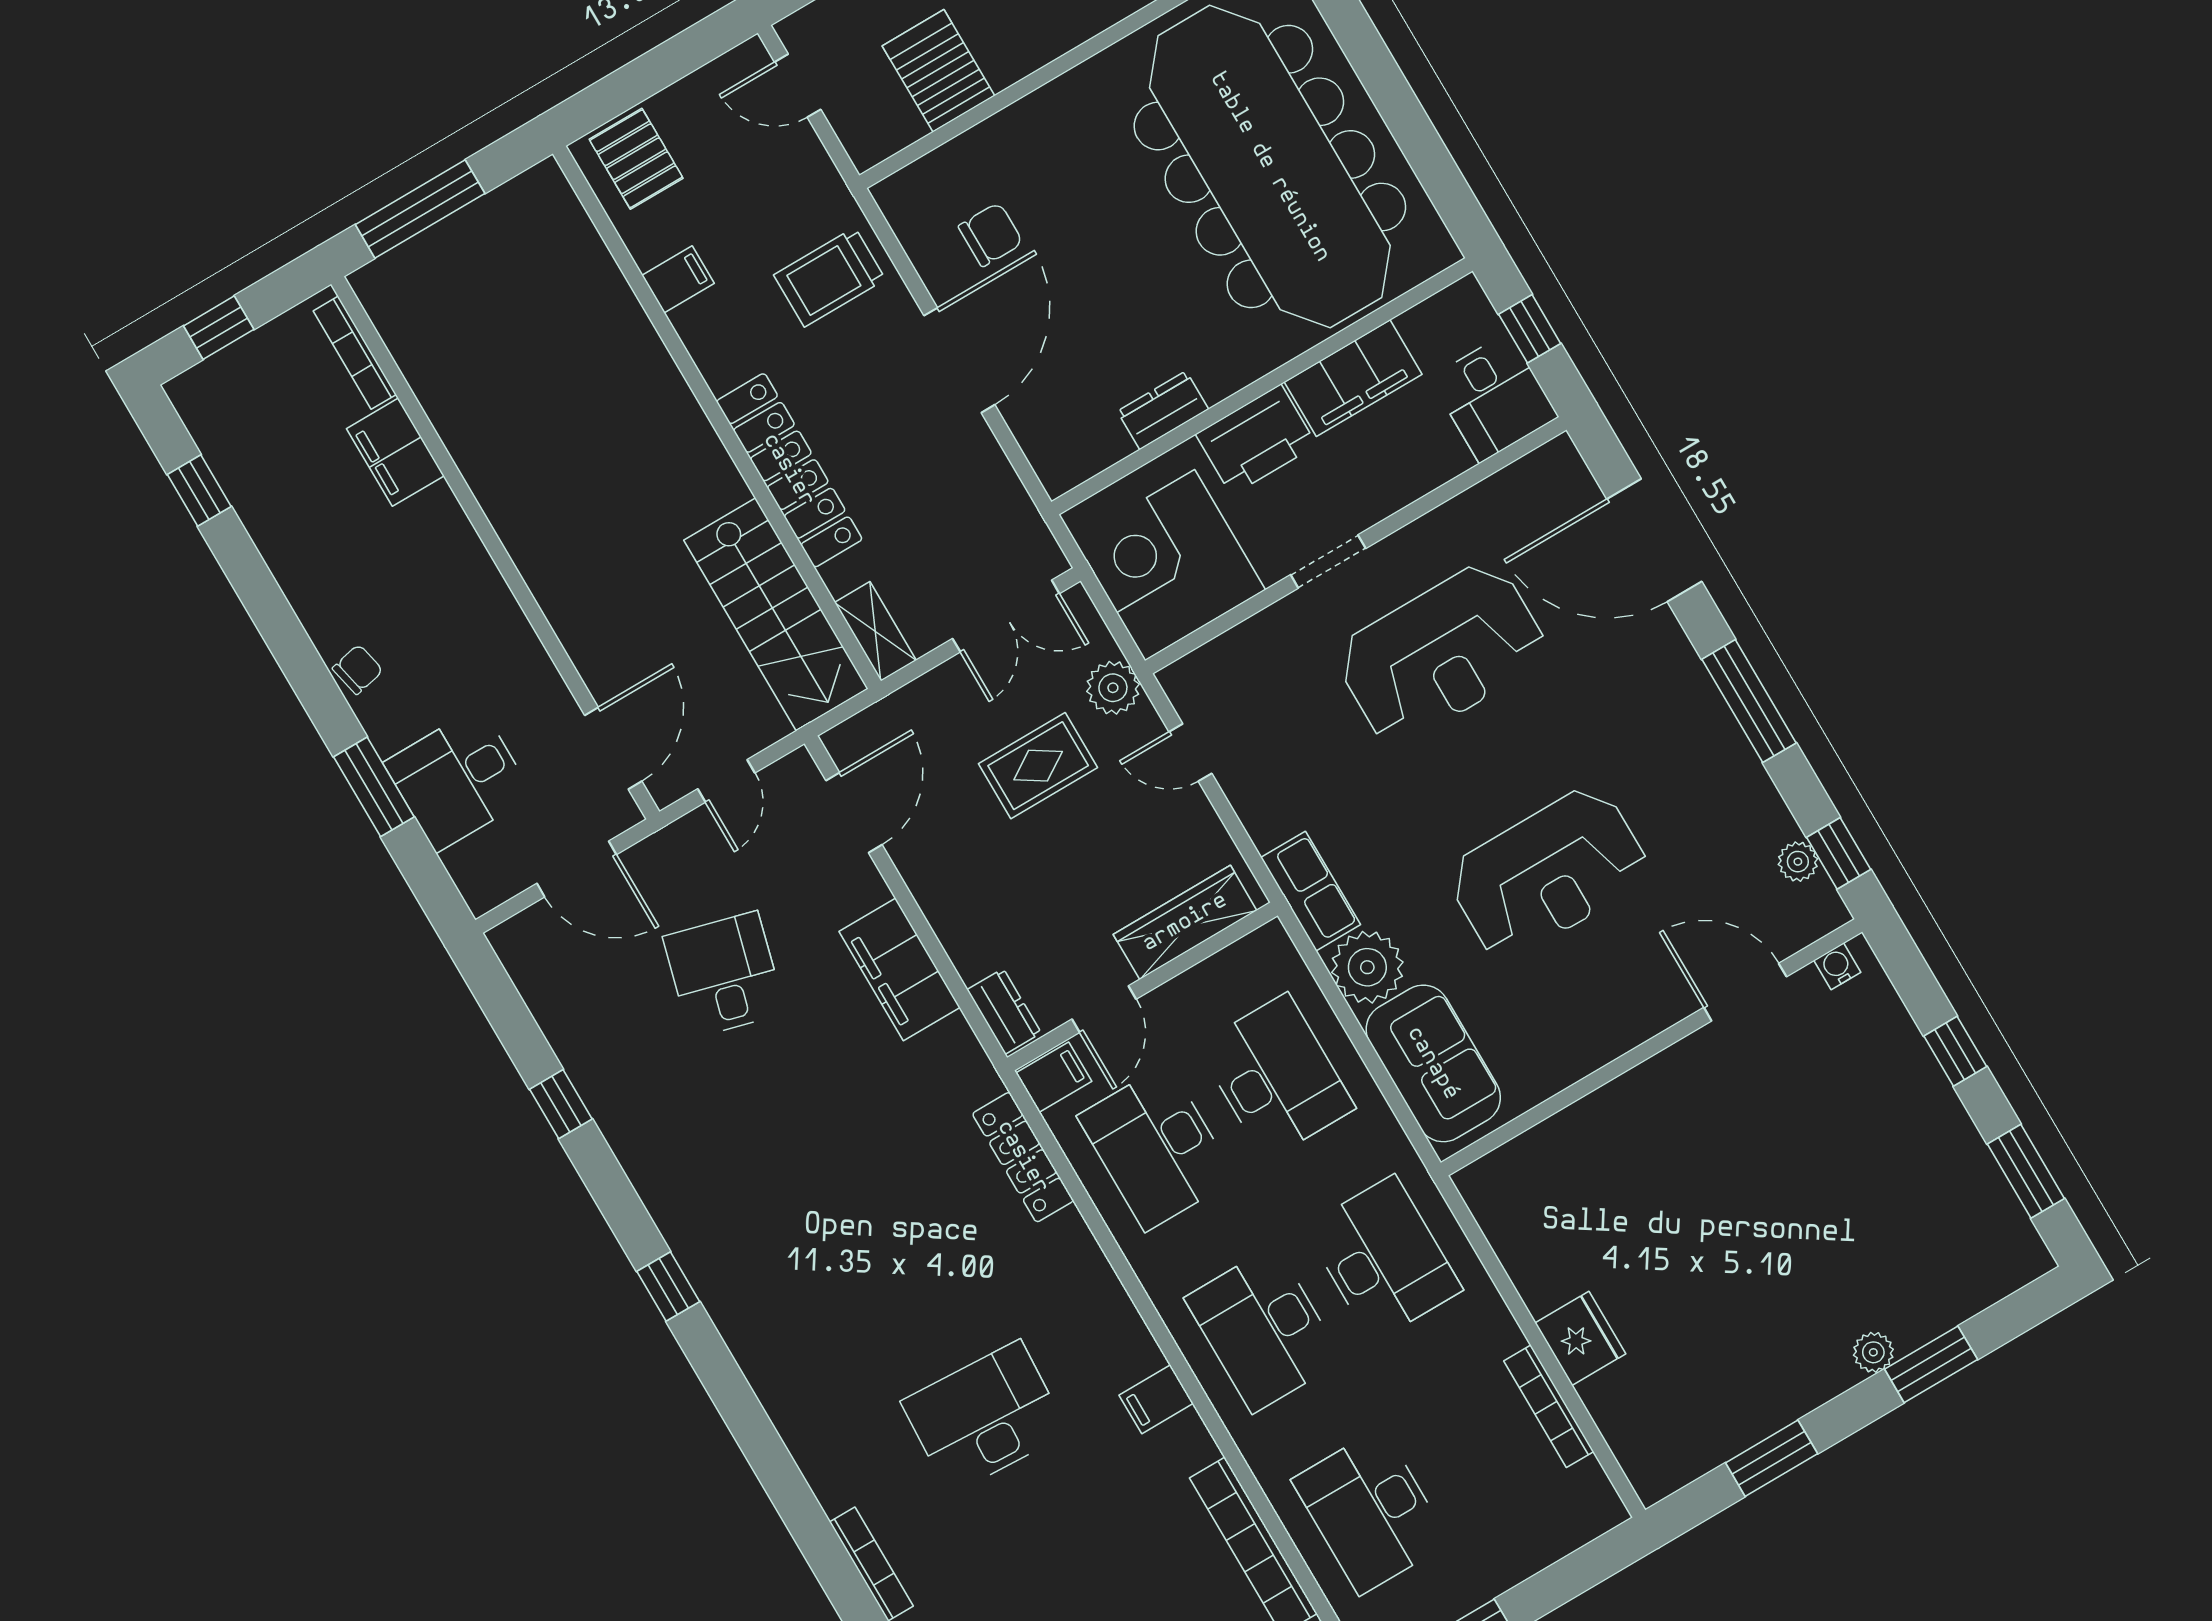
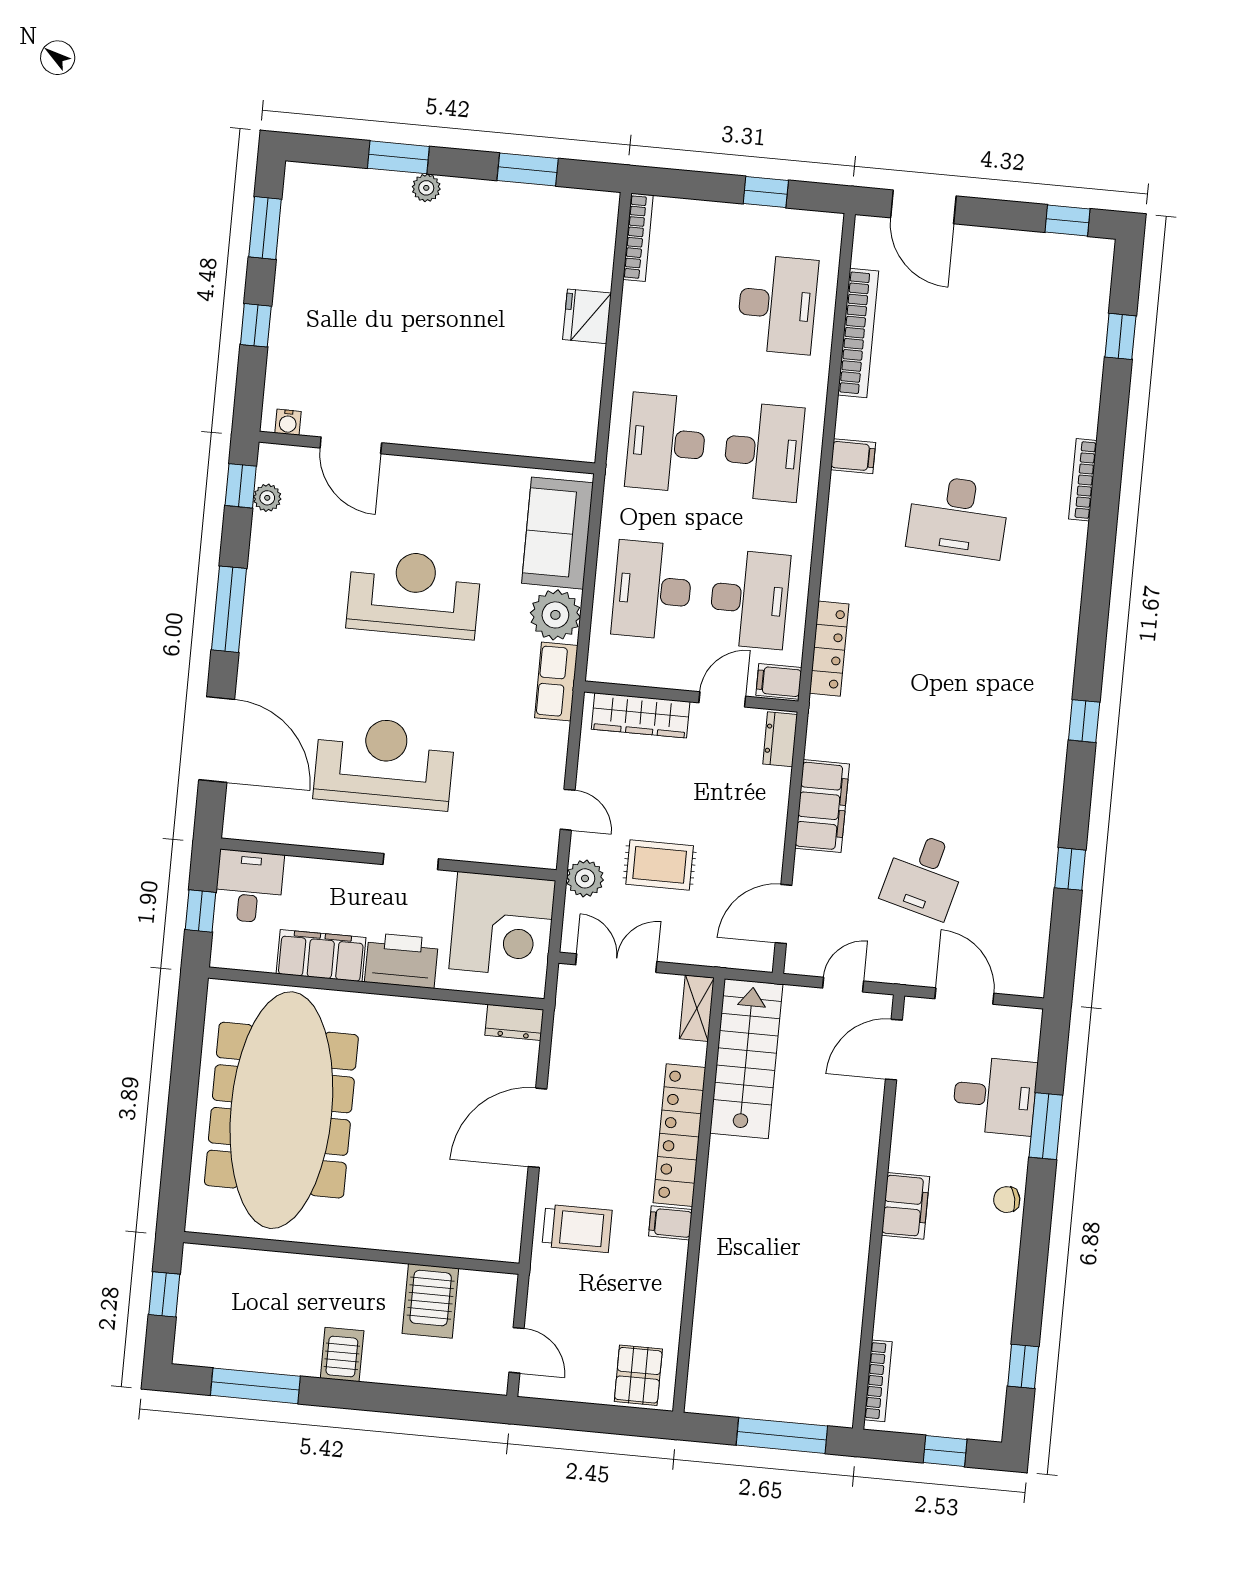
chair: (991, 235) -> (468, 1186), removed
filing cabinet: (678, 279) -> (670, 1223), moved
dresser: (1163, 410) -> (514, 1022), moved
filing cabinet: (395, 452) -> (906, 1206), moved
bookcase: (1549, 1406) -> (638, 237), moved

